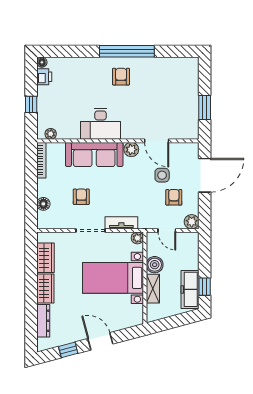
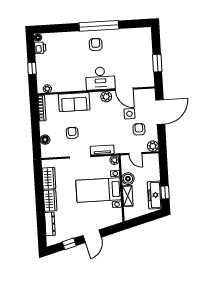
desk: (100, 124) -> (100, 78), moved
sofa: (94, 154) -> (74, 102), width x0.73
door: (100, 341) -> (92, 236), swing flipped

